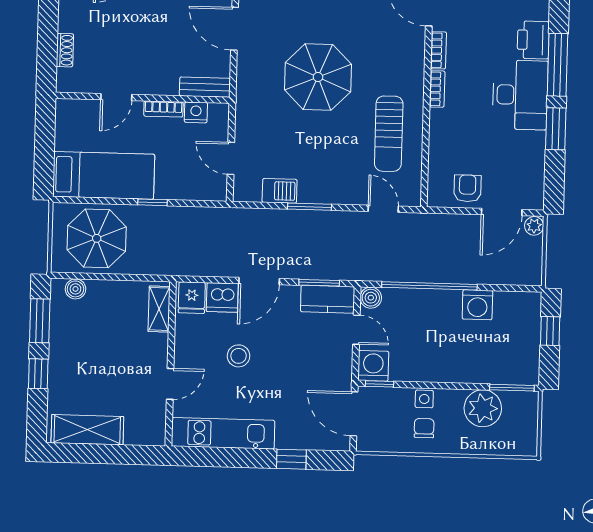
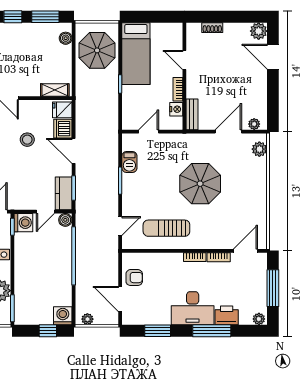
window: (556, 129) -> (158, 331), moved
plant: (534, 226) -> (87, 319), moved
washing machine: (477, 305) -> (63, 316), moved, turned 90

